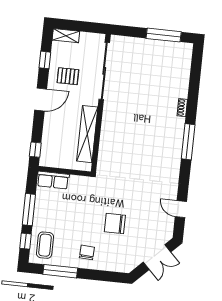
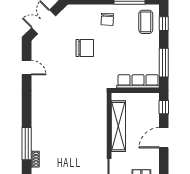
door: (41, 99) -> (164, 138), moved
window: (188, 142) -> (27, 144), moved
row of seats: (53, 180) -> (138, 81), width x1.48
window: (29, 210) -> (164, 63), moved

